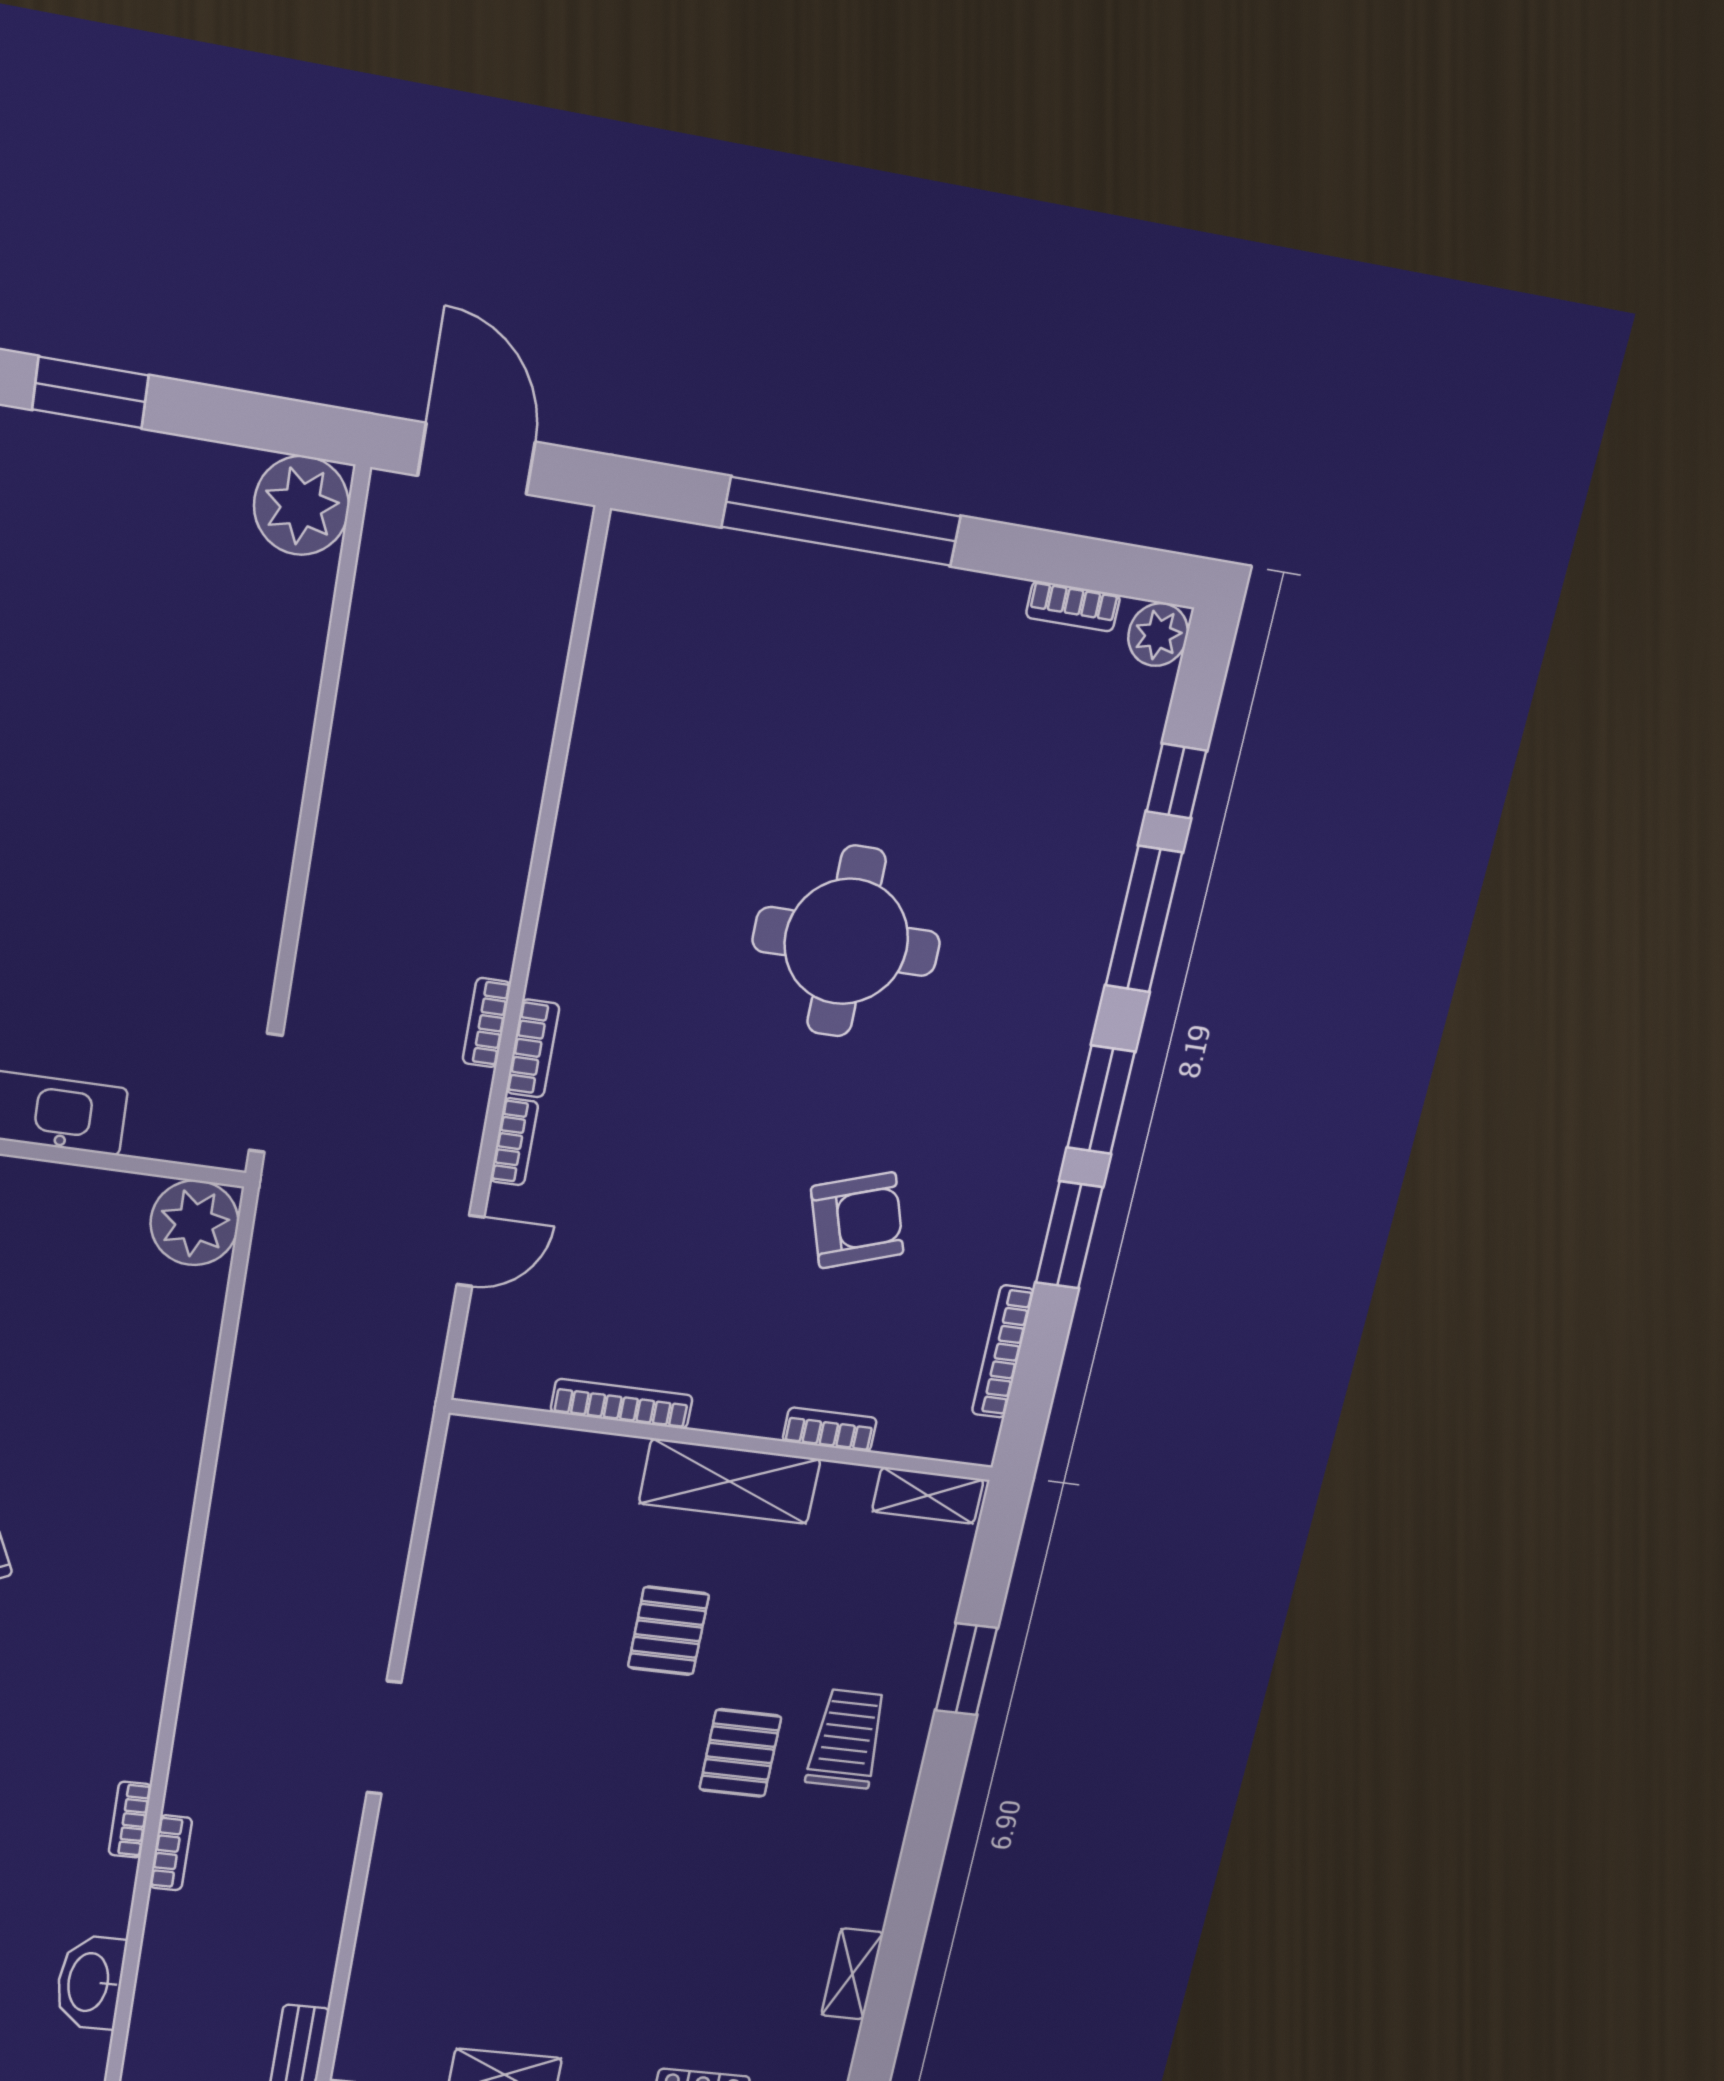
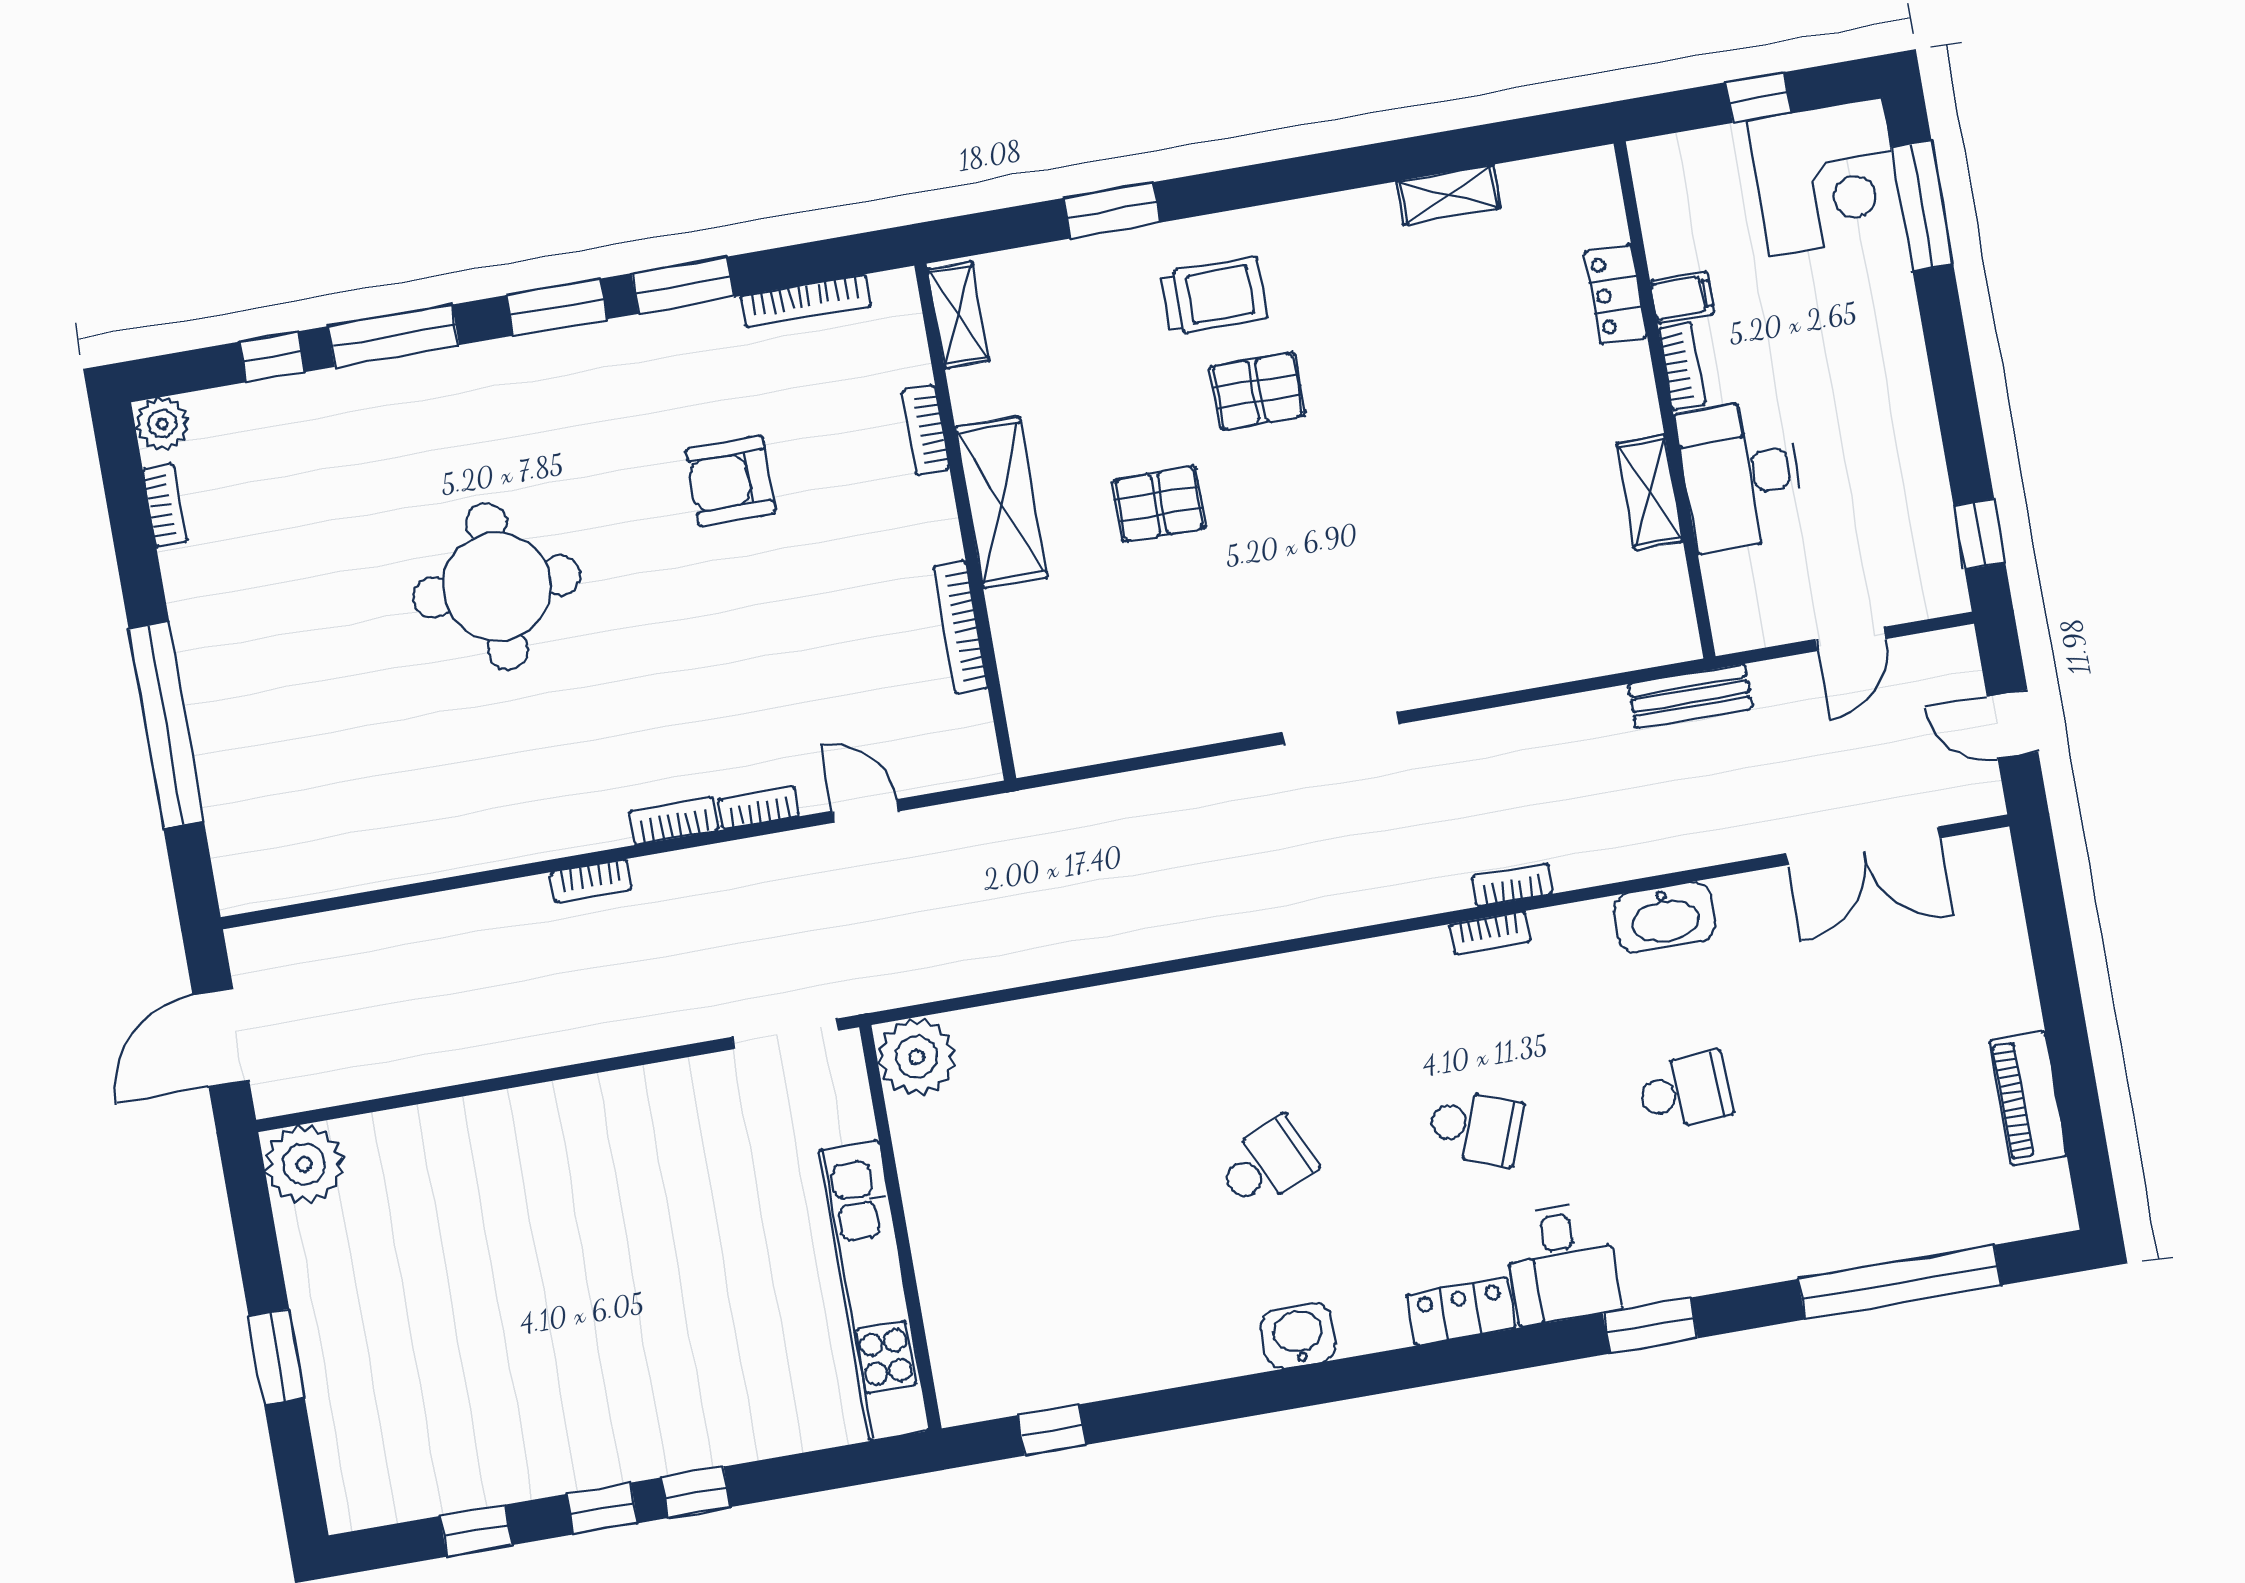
bookcase: (487, 1023) -> (591, 881), moved
armchair: (857, 1220) -> (731, 481), turned -72
trolley: (847, 1739) -> (1214, 296), turned 180

